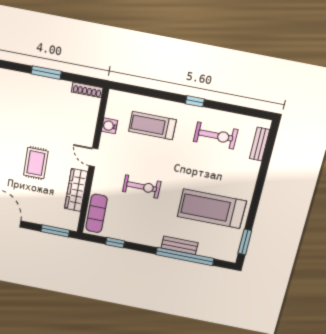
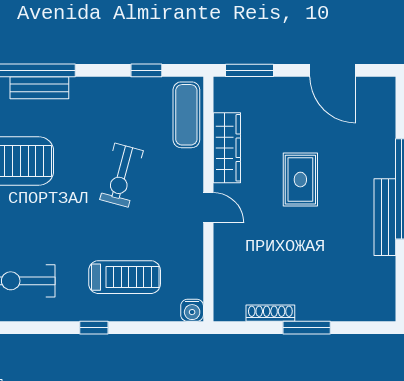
shoe rack: (87, 90) -> (270, 313), moved
window: (195, 101) -> (94, 328), moved
water cooler: (110, 126) -> (192, 310), moved, turned 90
exercise bike: (142, 187) -> (121, 175), turned -75

